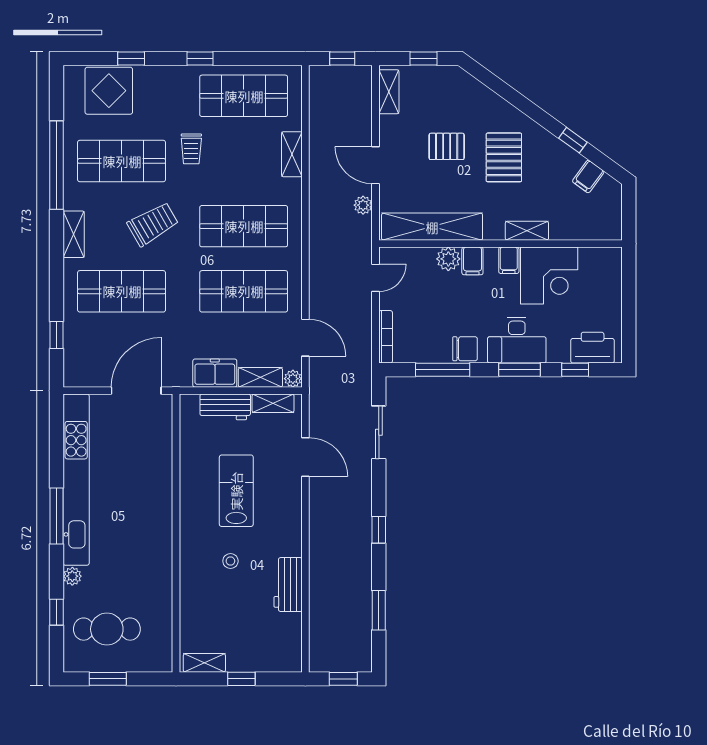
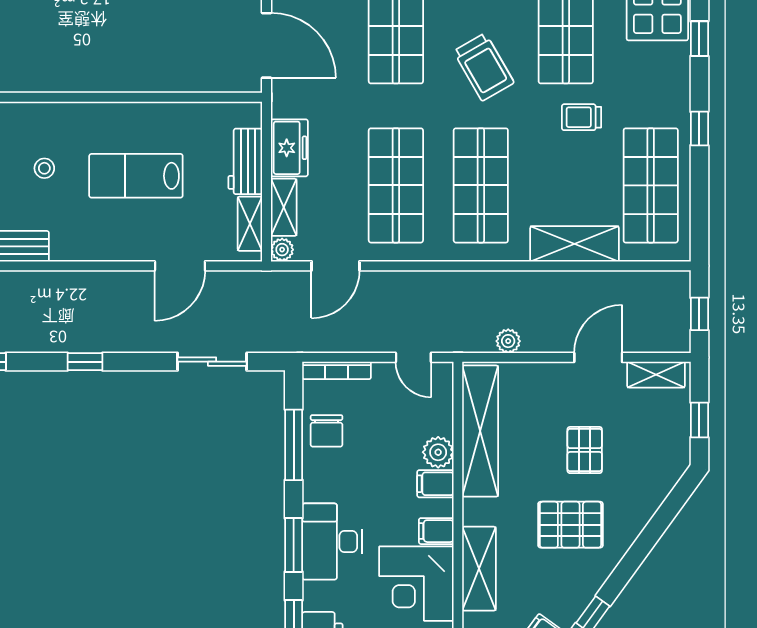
shelving: (292, 154) -> (575, 244), width x1.50, depth x1.33
door: (376, 165) -> (598, 357), moved
shelving: (527, 231) -> (479, 569), width x1.50, depth x1.33
chair: (465, 349) -> (327, 431), moved
lab bench: (236, 491) -> (136, 176), turned 180

